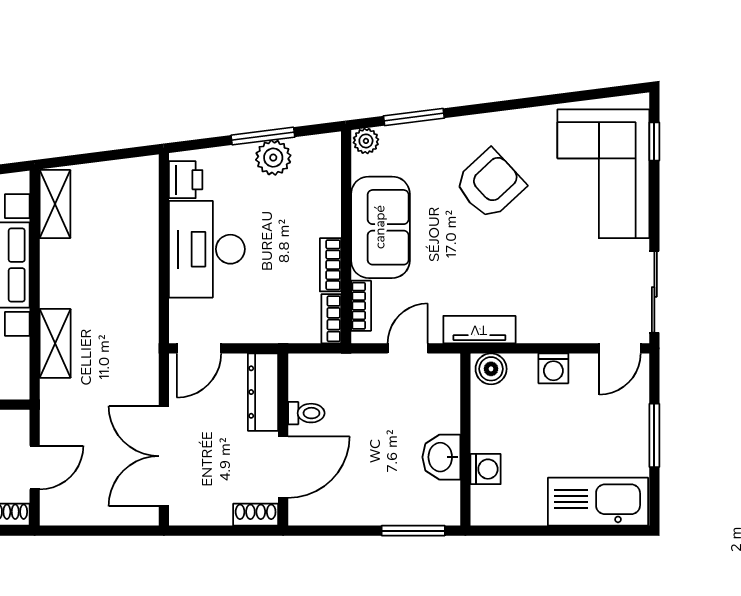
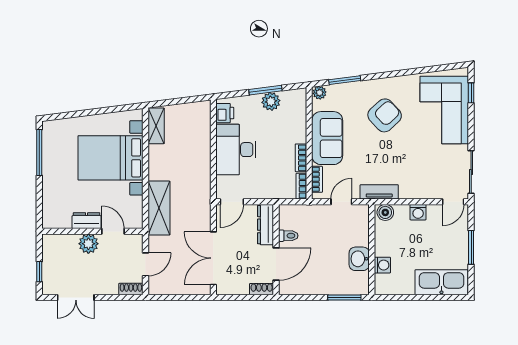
shelving: (55, 343) -> (159, 208), width x1.50, depth x1.33

